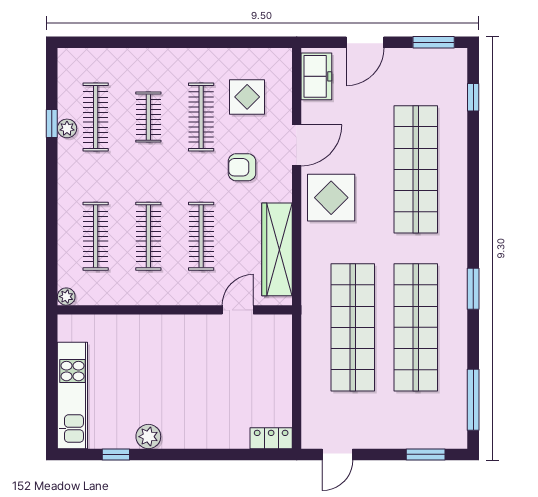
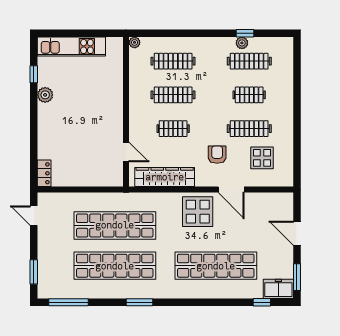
freezer: (316, 76) -> (278, 289), moved, turned 180
clothes rail: (201, 236) -> (173, 129), width x0.73

